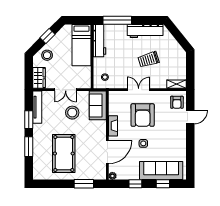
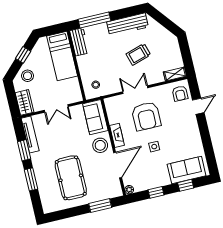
workbench: (99, 41) -> (79, 42), width x0.73
stool: (72, 113) -> (100, 145), moved
sofa: (161, 171) -> (187, 170), width x0.73

